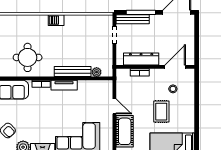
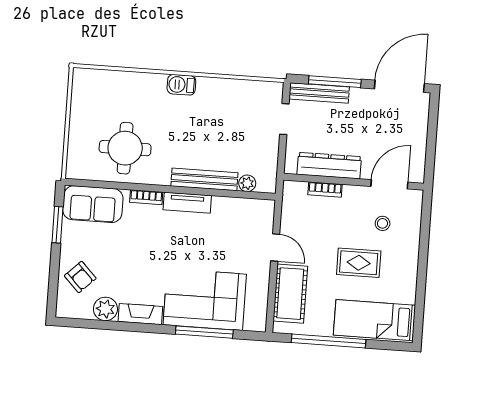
rug: (161, 112) -> (359, 263), turned 90

